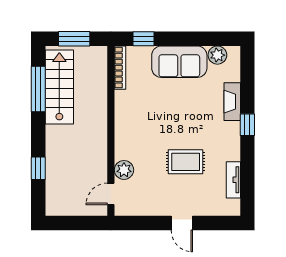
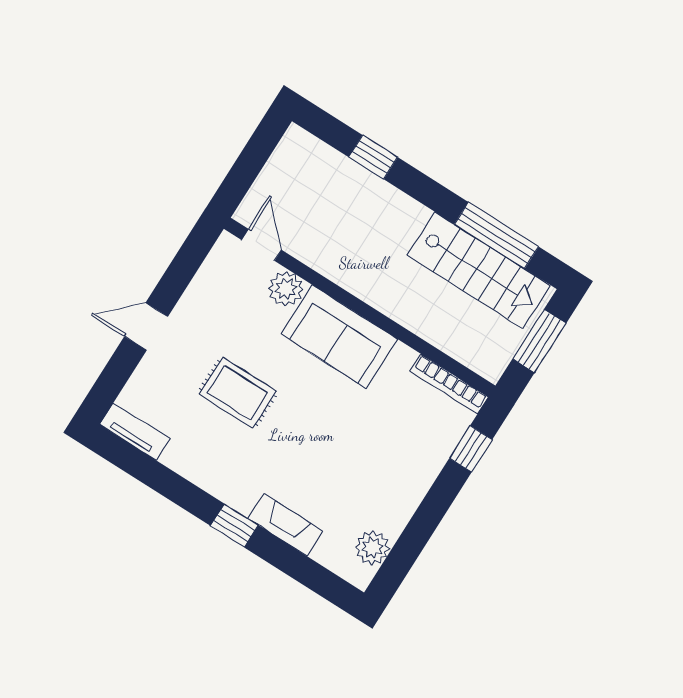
sofa: (179, 62) -> (339, 337), moved, turned -90
rug: (186, 162) -> (238, 393), turned 90
tv unit: (233, 180) -> (135, 432), moved

